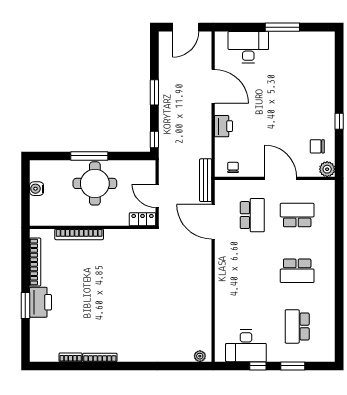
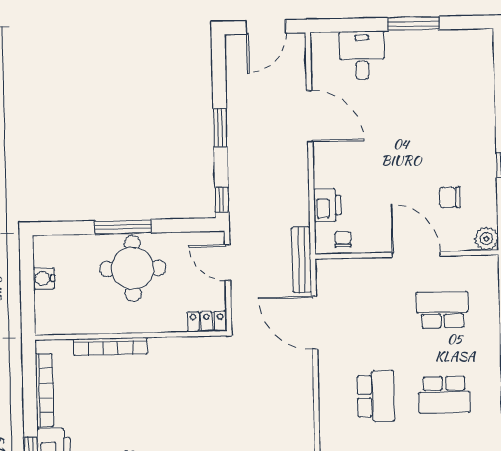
desk: (248, 47) -> (362, 55), width x0.73
printer: (223, 126) -> (327, 205), moved
chair: (317, 146) -> (450, 197), moved
door: (157, 196) -> (228, 263), moved
school desk: (252, 215) -> (376, 396), moved

